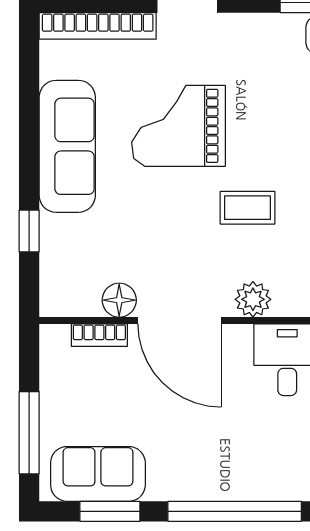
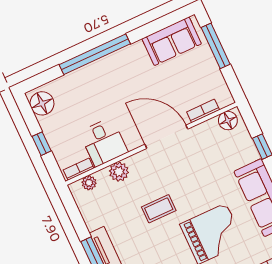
plant: (253, 299) -> (119, 172), moved
floor lamp: (119, 300) -> (228, 121), moved
window: (110, 511) -> (157, 25), removed

